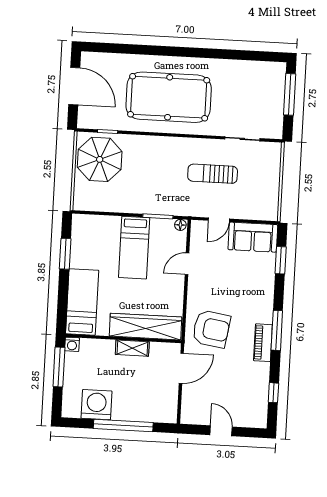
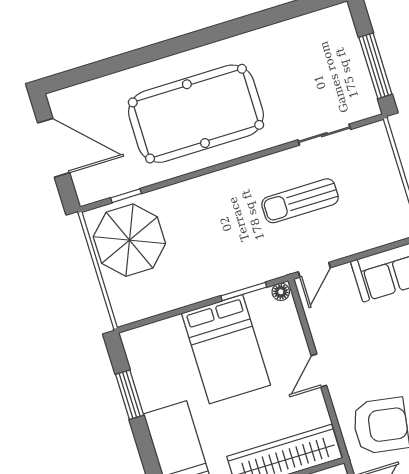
window: (290, 94) -> (375, 66), moved
door: (219, 220) -> (314, 270), moved
bed: (134, 248) -> (226, 349), width x1.50
door: (187, 264) -> (319, 370), moved

